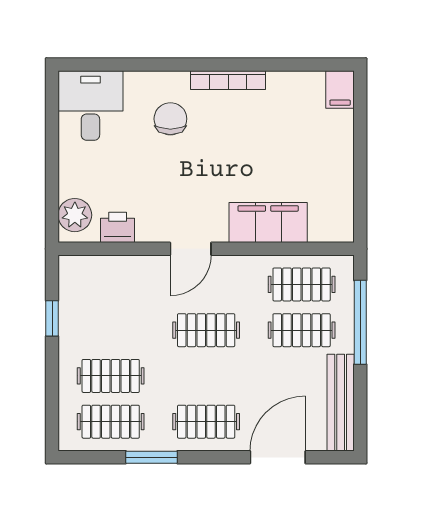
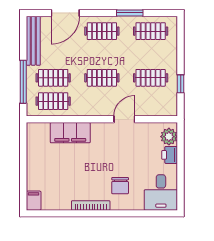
printer: (118, 227) -> (170, 155), moved, turned 90
door: (191, 249) -> (124, 119), moved
clothes rail: (111, 376) -> (151, 78), moved

